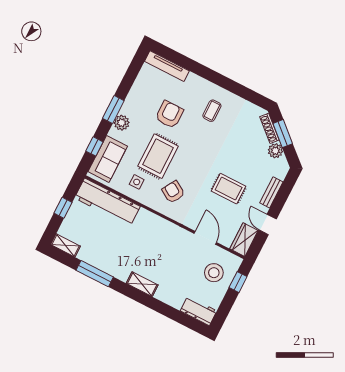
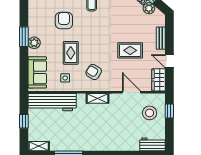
window: (94, 146) -> (24, 69), removed
rug: (158, 156) -> (71, 53), width x0.73, depth x0.70
shelving: (142, 284) -> (97, 98), moved

